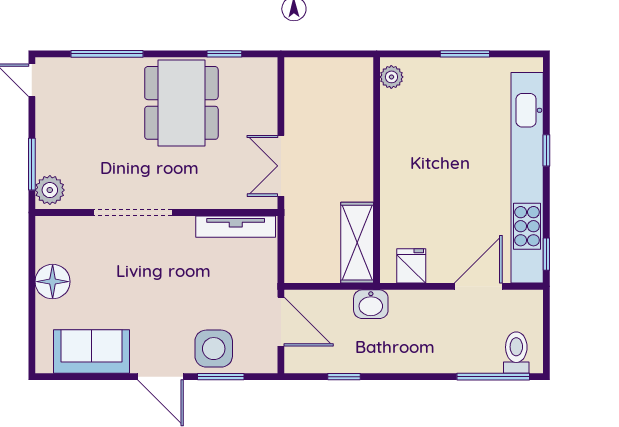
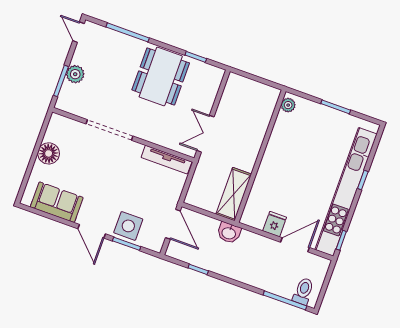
plant: (50, 190) -> (75, 74), moved
fridge: (411, 266) -> (275, 224), moved

